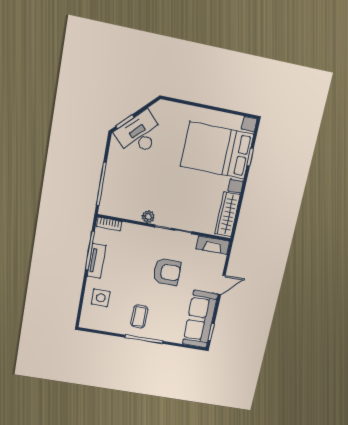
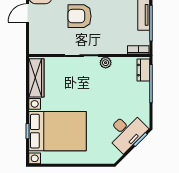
dresser: (107, 201) -> (143, 70), added
fireplace: (213, 245) -> (43, 48), removed

